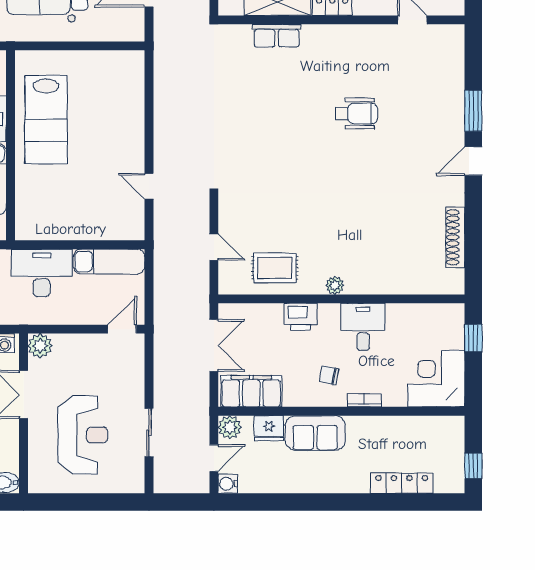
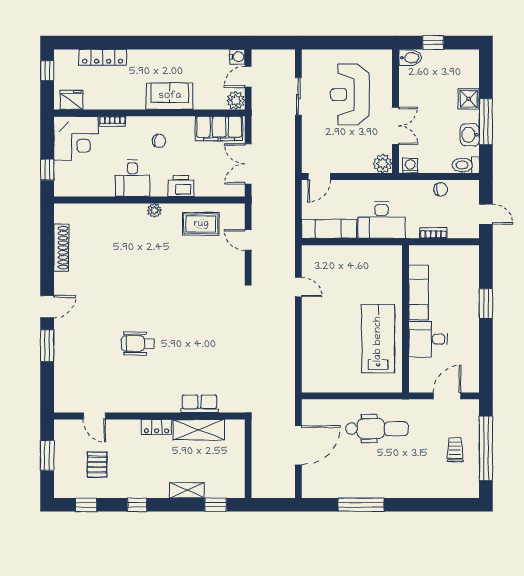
bookcase: (364, 400) -> (112, 121), moved
fridge: (269, 428) -> (72, 100), moved

